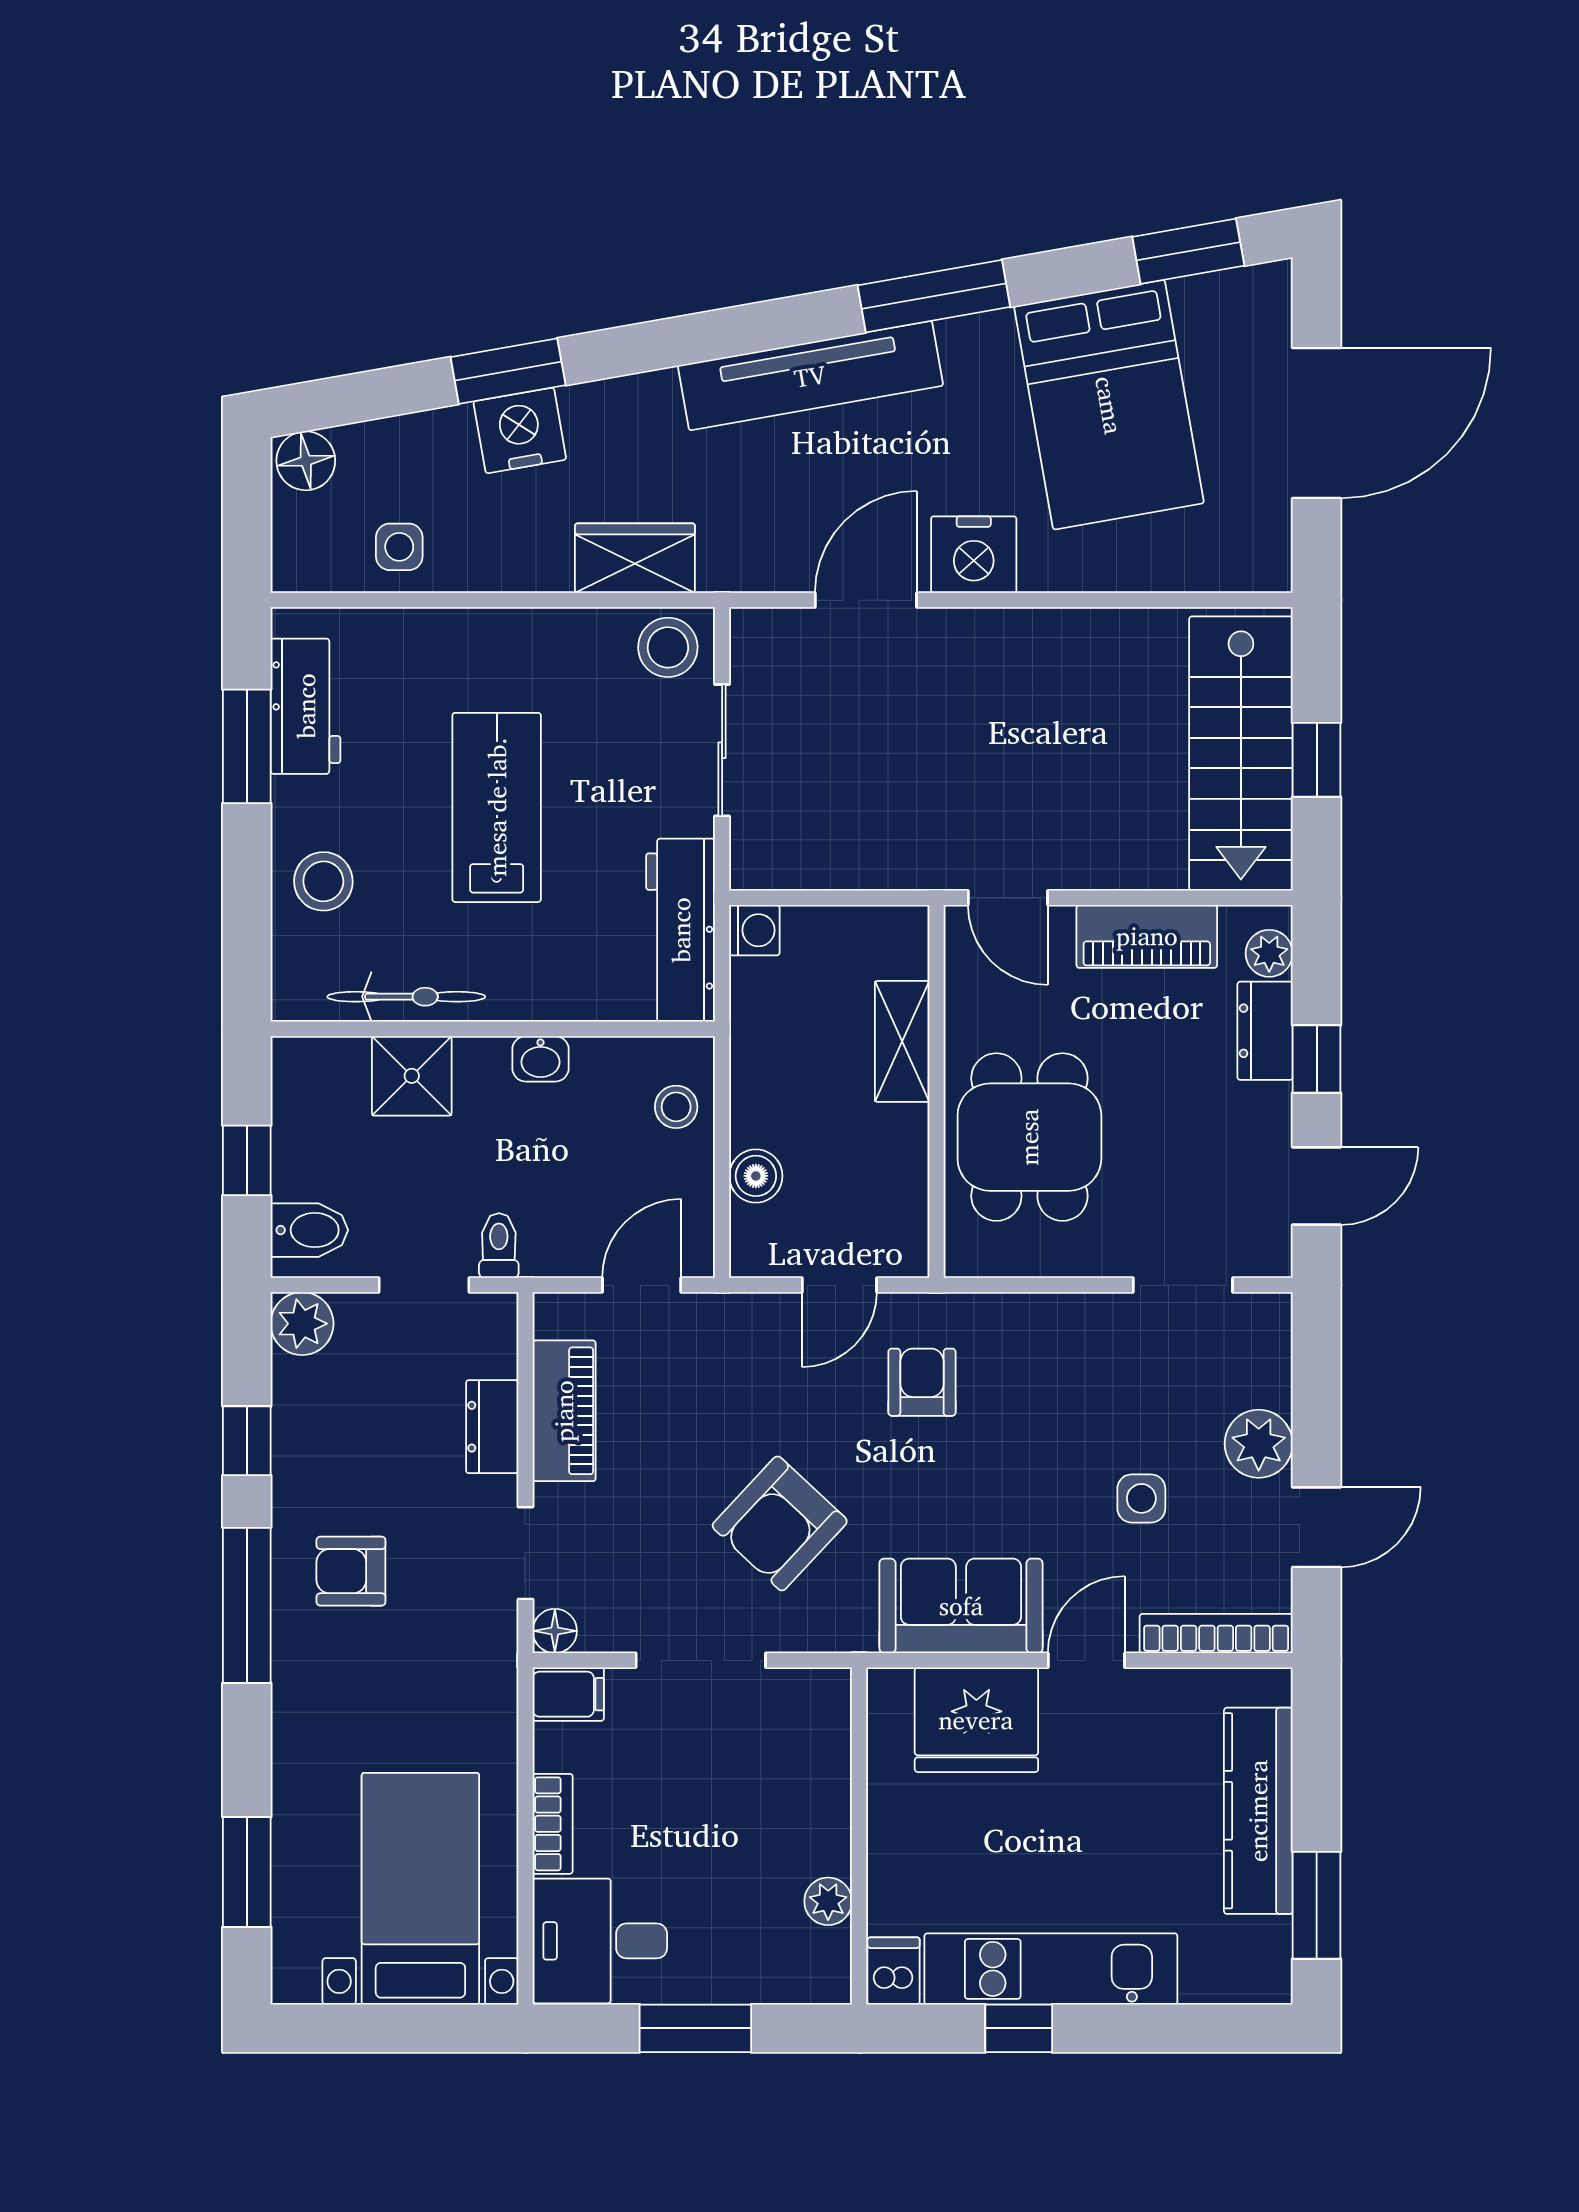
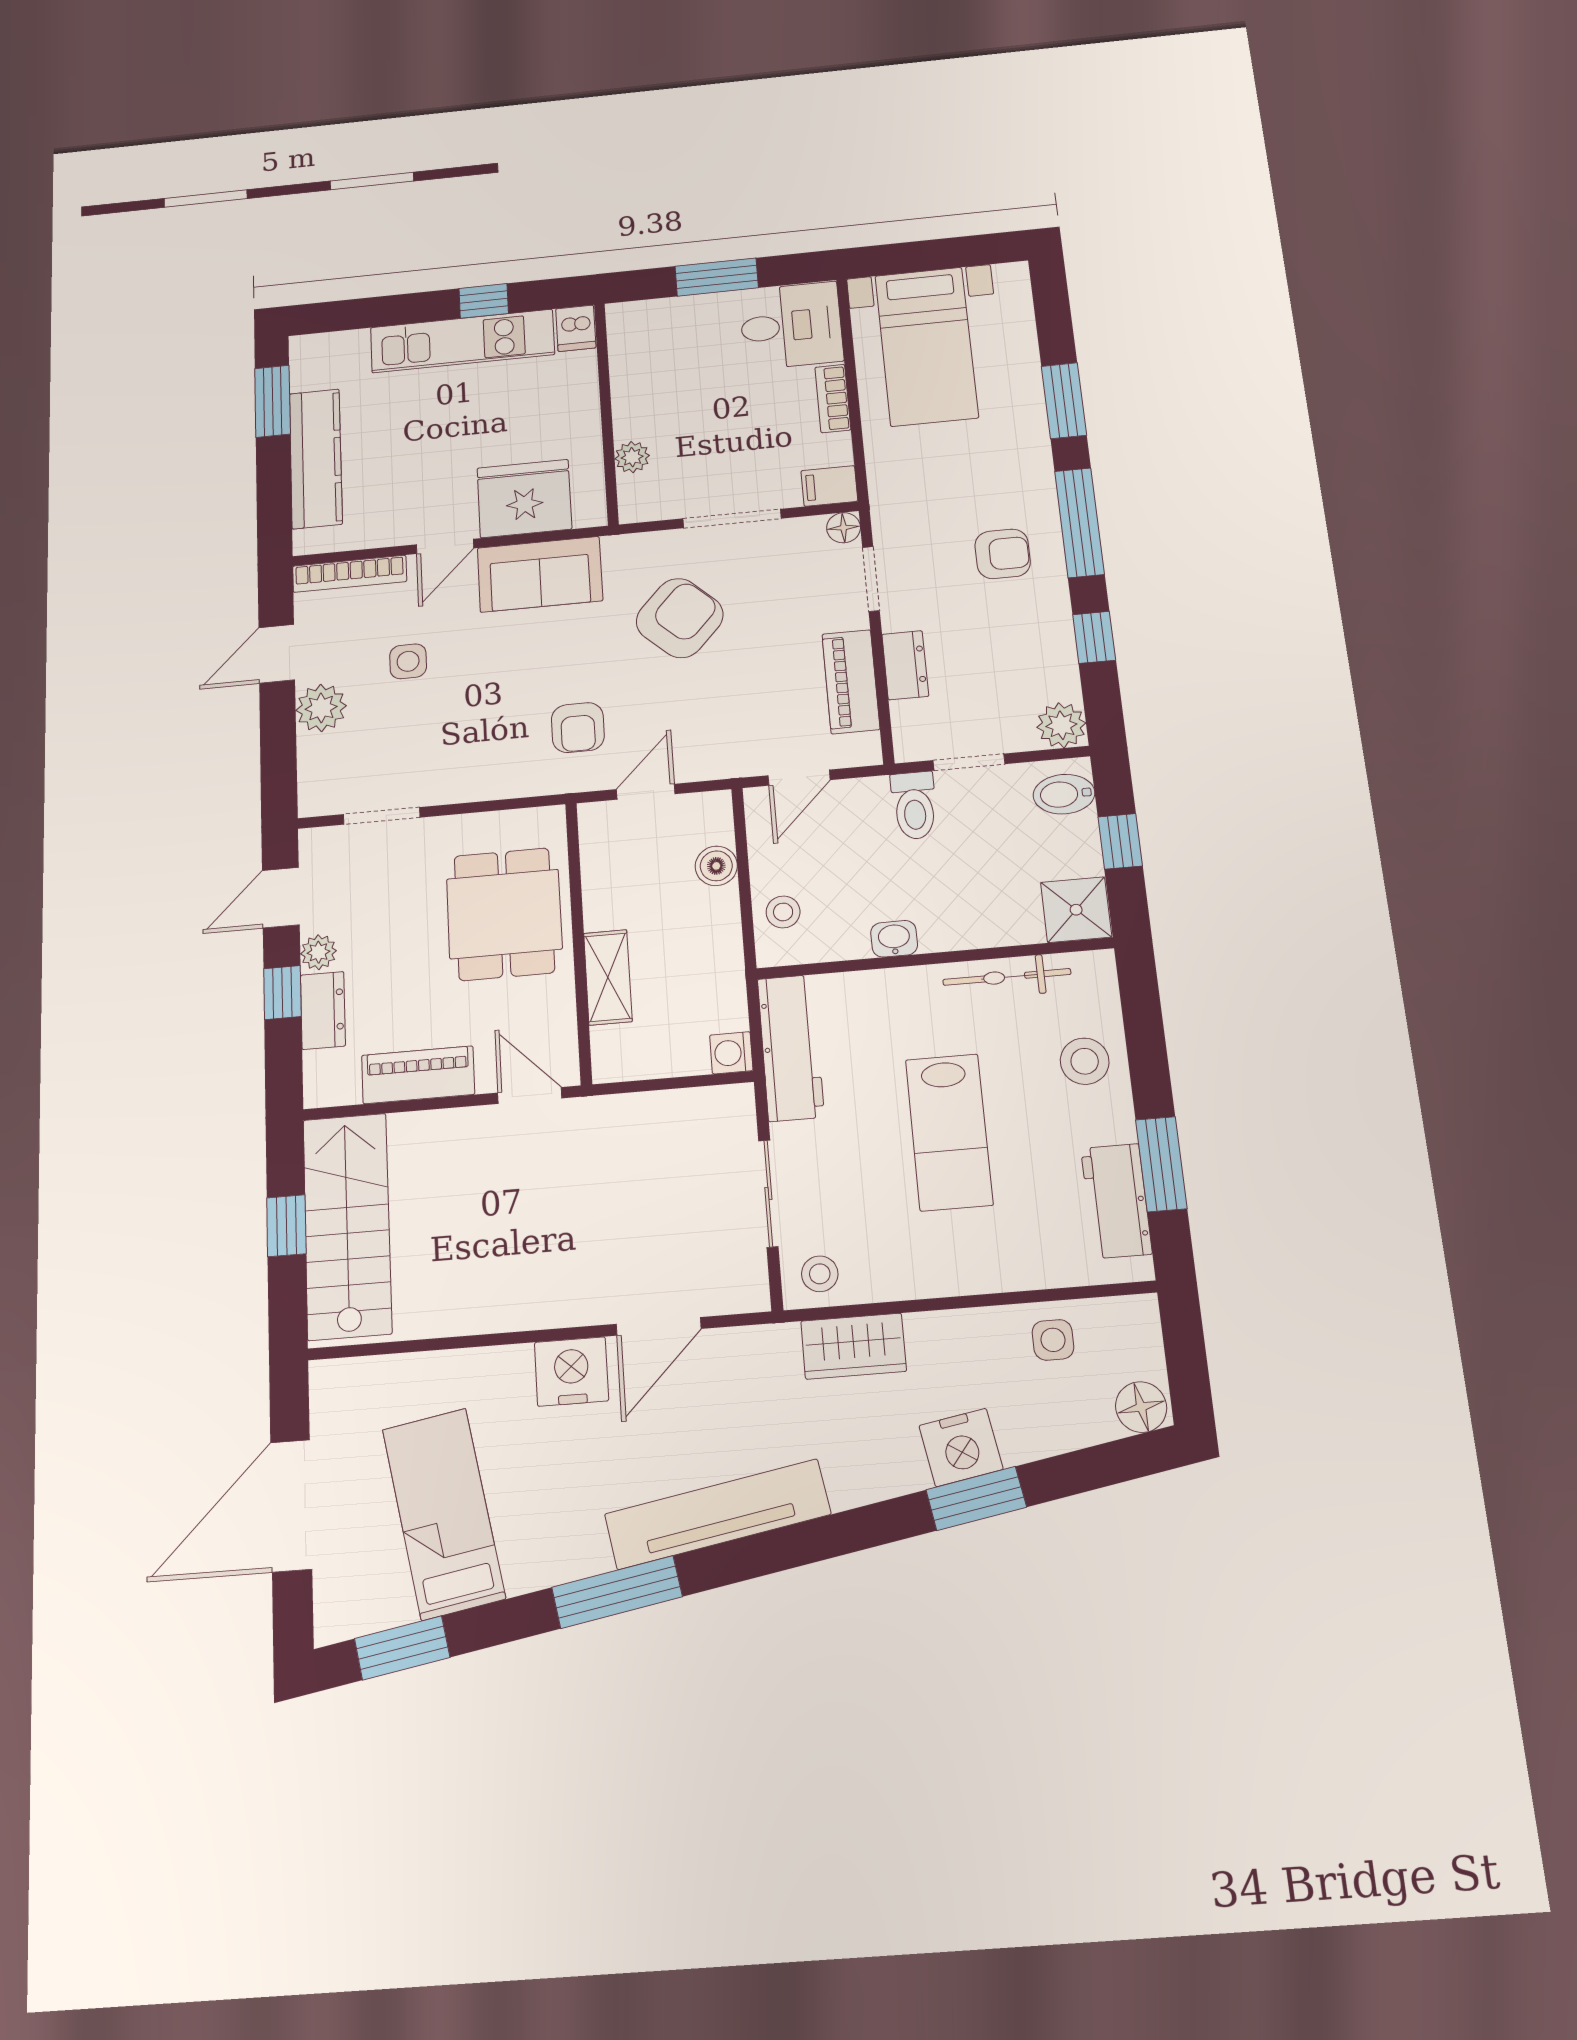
bed: (1109, 405) -> (444, 1513), width x0.67
stool: (668, 647) -> (820, 1274), width x0.73, depth x0.73
plant: (1269, 953) -> (318, 952), moved
shower: (412, 1076) -> (1076, 910), moved
toilet: (499, 1246) -> (914, 805), width x1.37, depth x1.39
window: (247, 1872) -> (1064, 401), moved
plant: (828, 1901) -> (632, 457), moved

